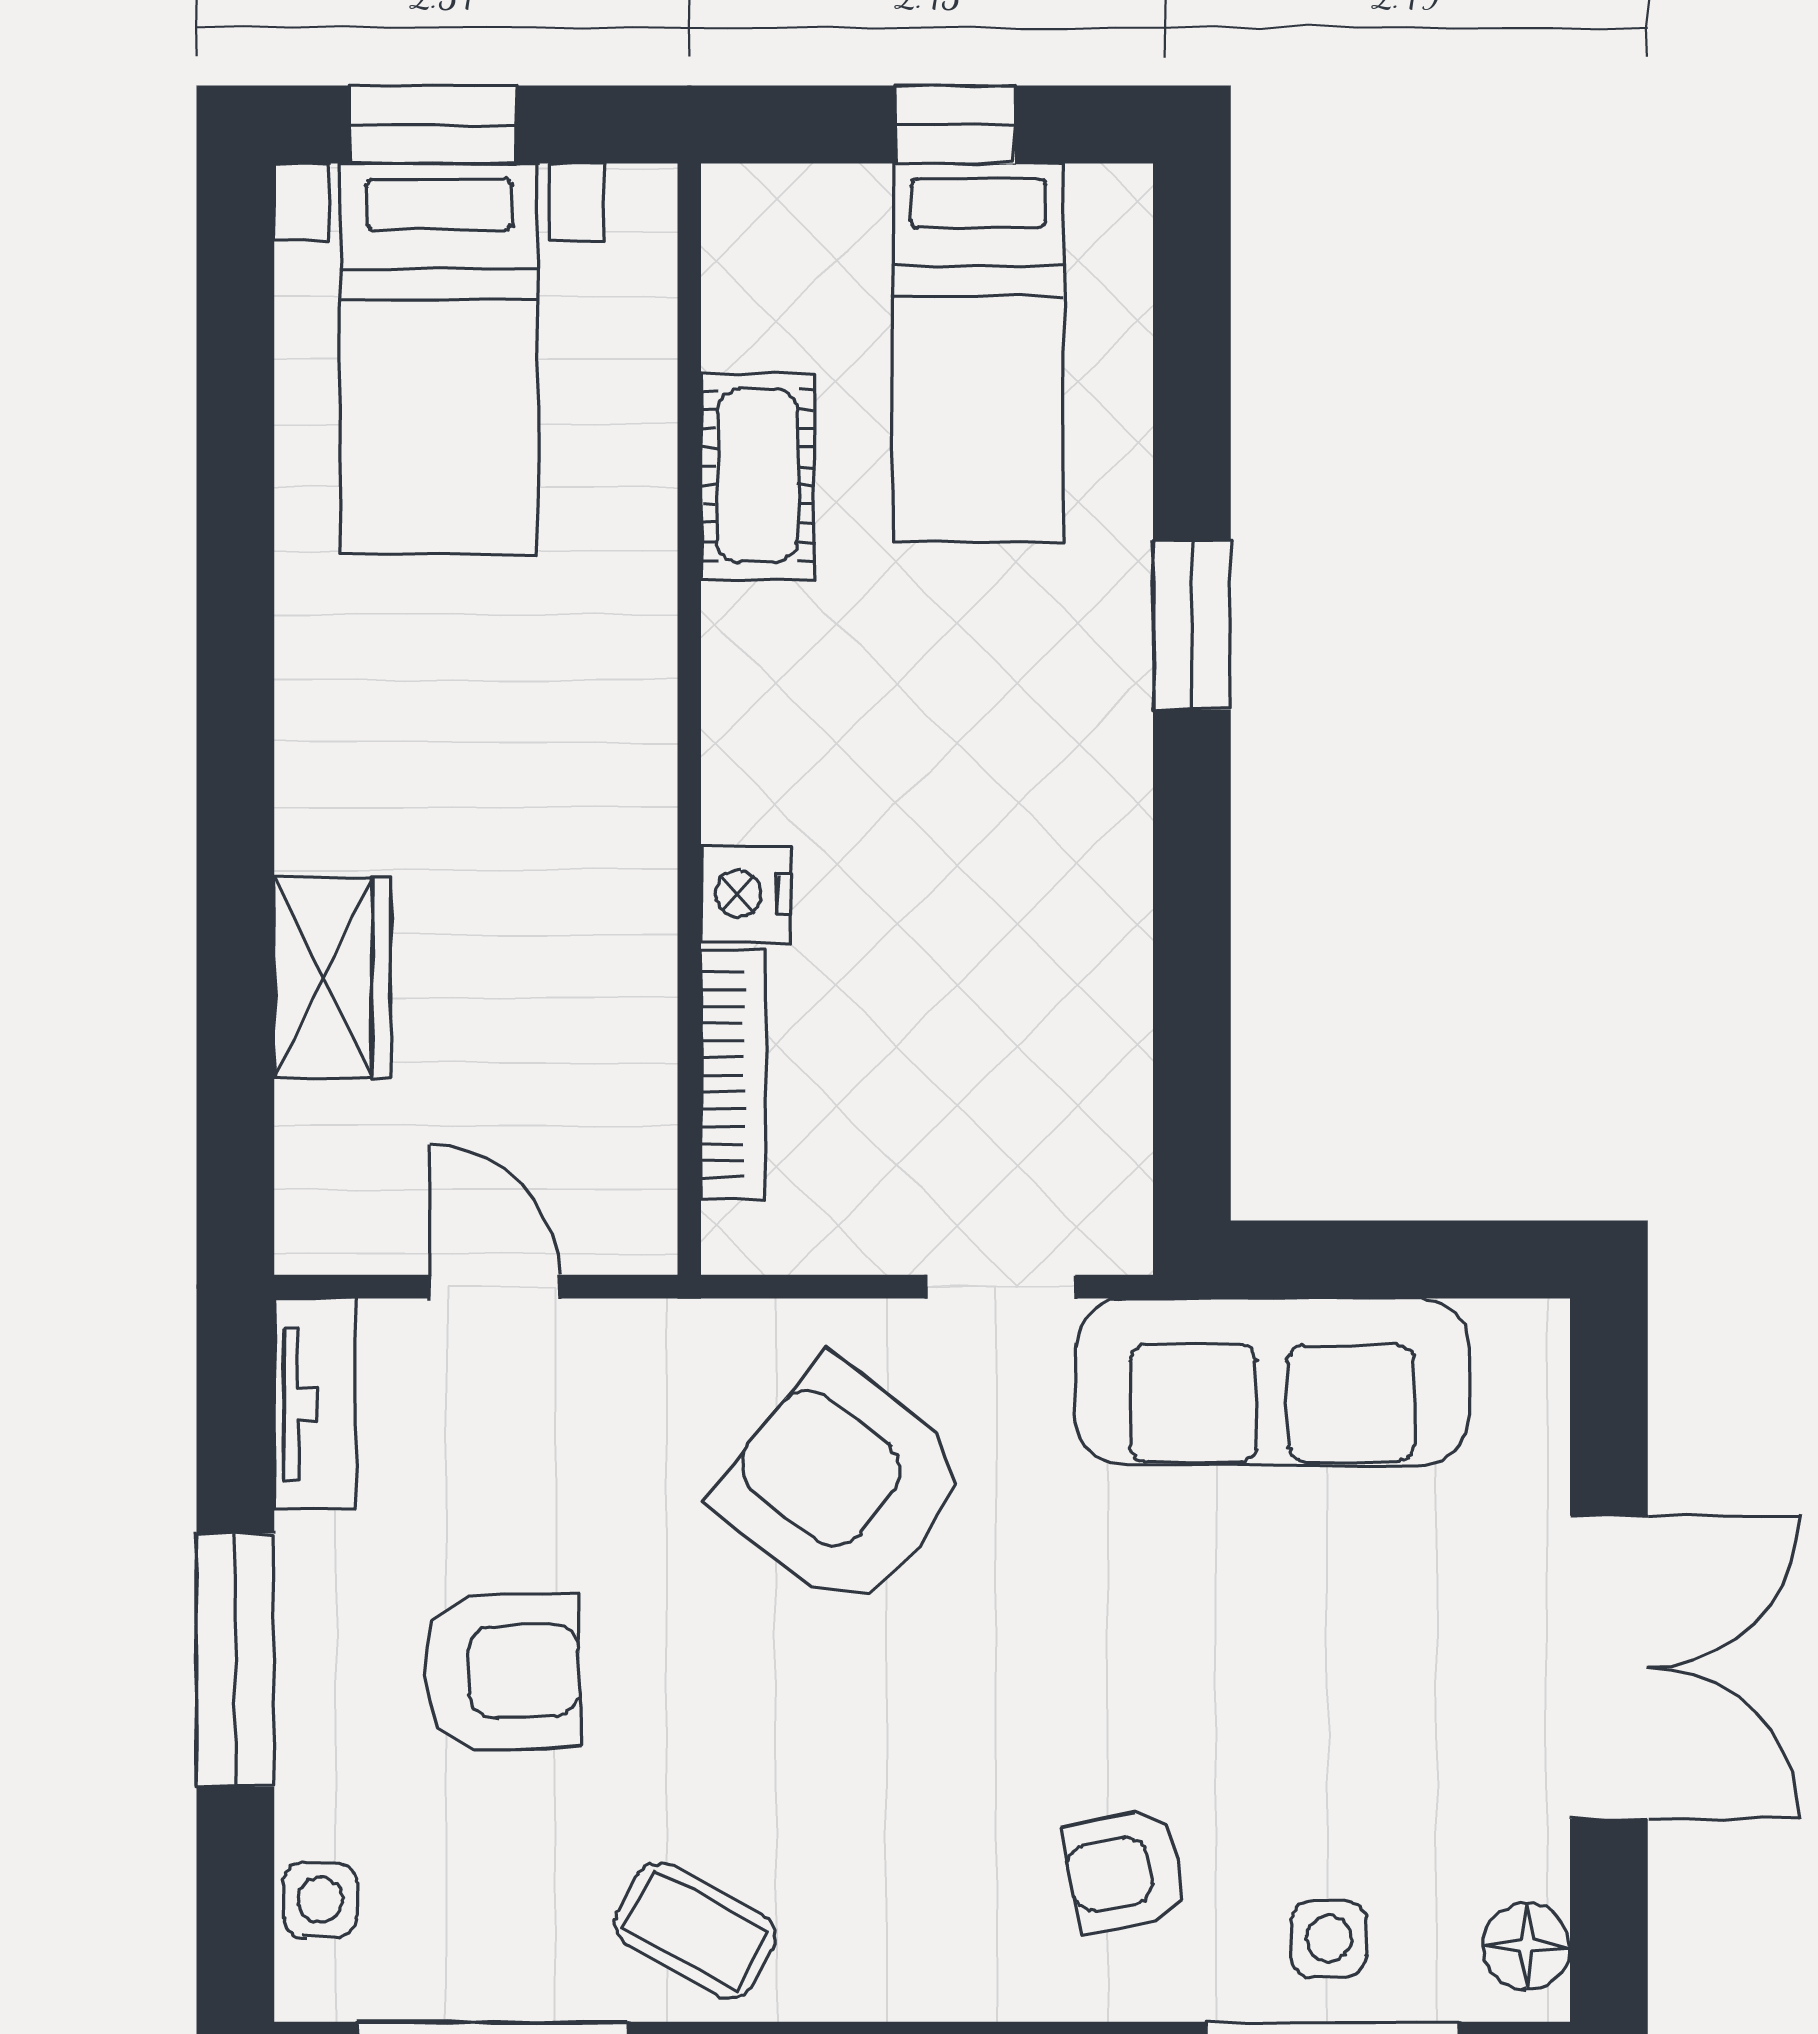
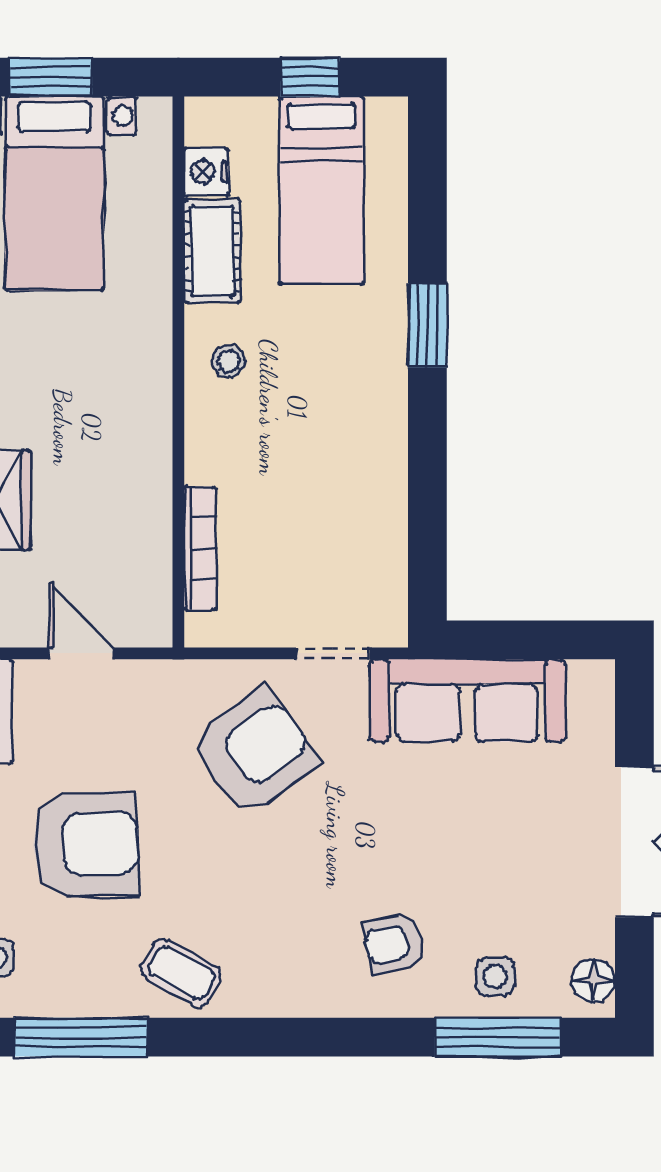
stool: (790, 697) -> (228, 361), added
nightstand: (746, 894) -> (206, 172), moved
armchair: (843, 1485) -> (254, 752), turned 106
armchair: (502, 1672) -> (85, 844), width x1.36, depth x1.36

